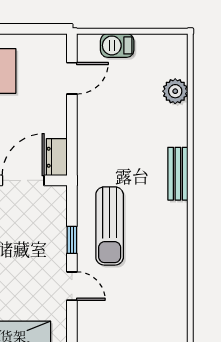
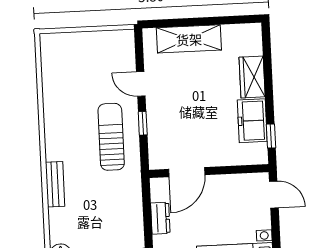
dresser: (57, 157) -> (160, 218), moved

